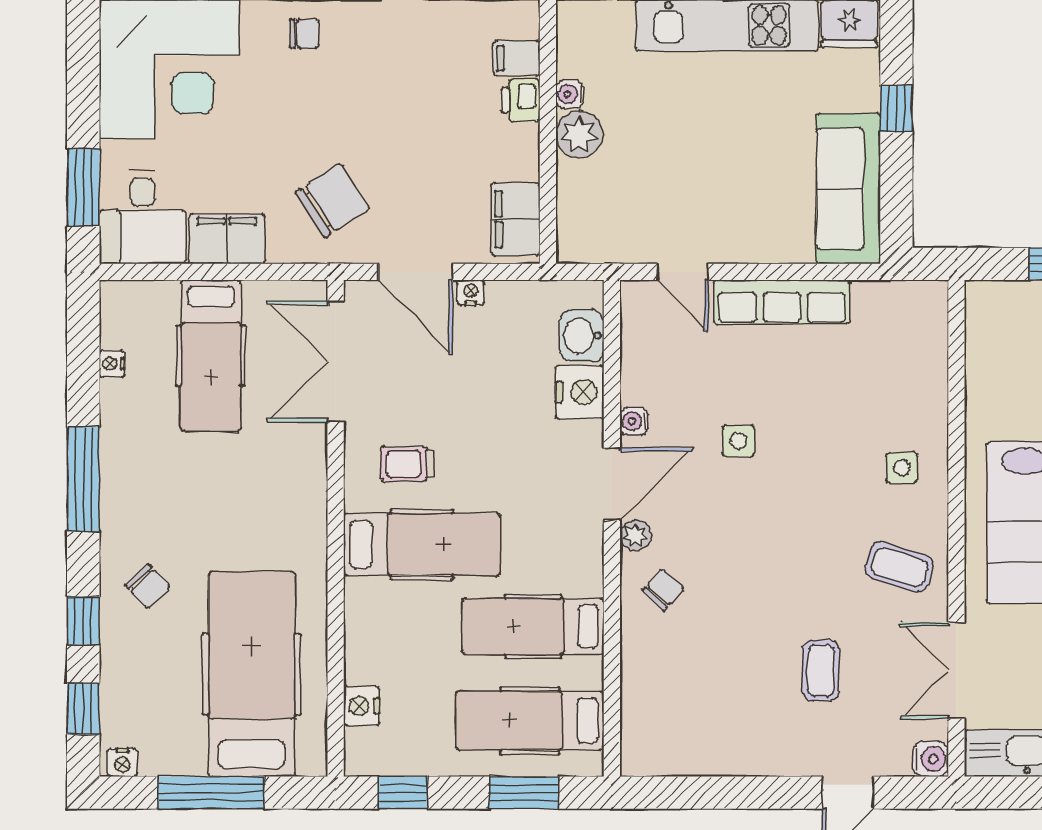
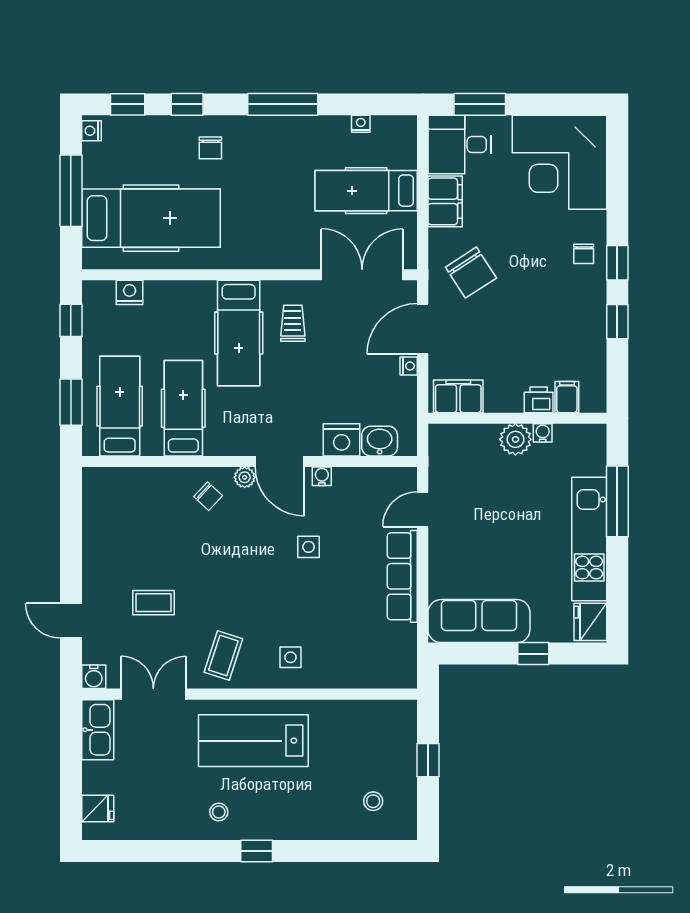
chair: (148, 586) -> (210, 148), turned -46

